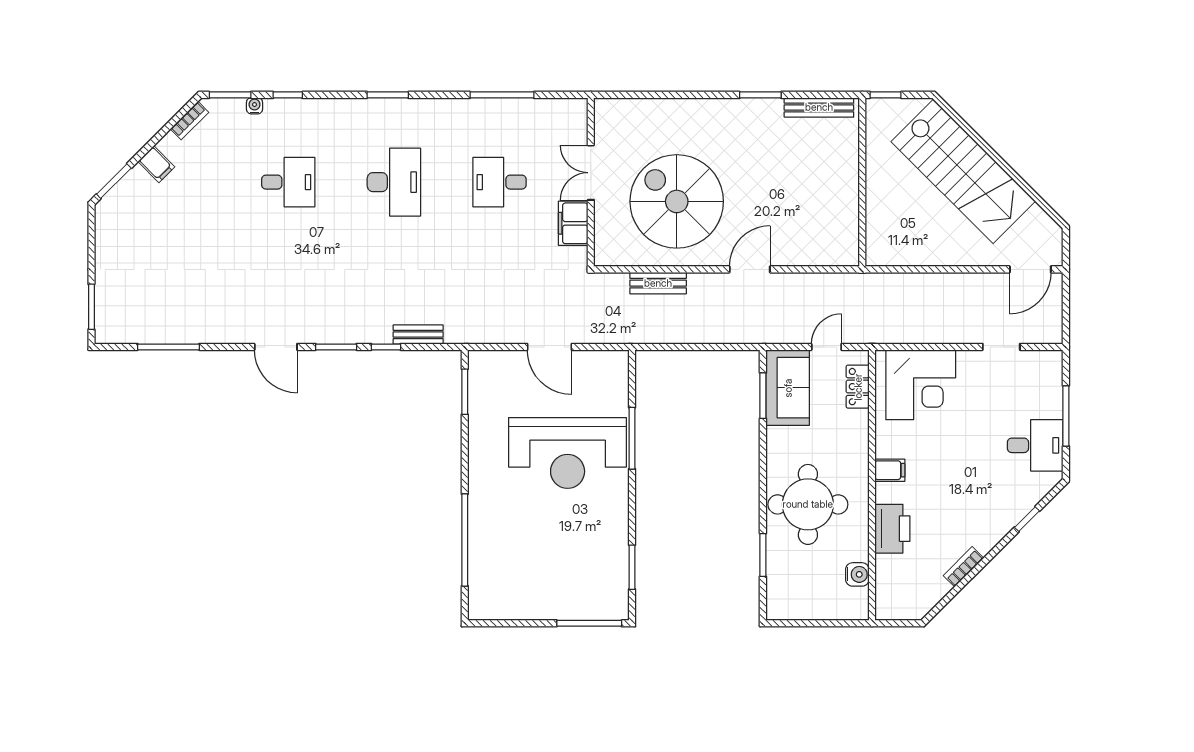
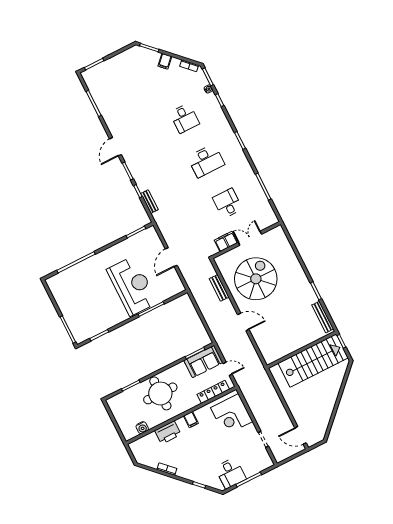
stairs: (963, 171) -> (313, 361), moved, turned -135
locker: (858, 387) -> (213, 392), width x1.53
reception desk: (568, 453) -> (132, 286), turned 180

